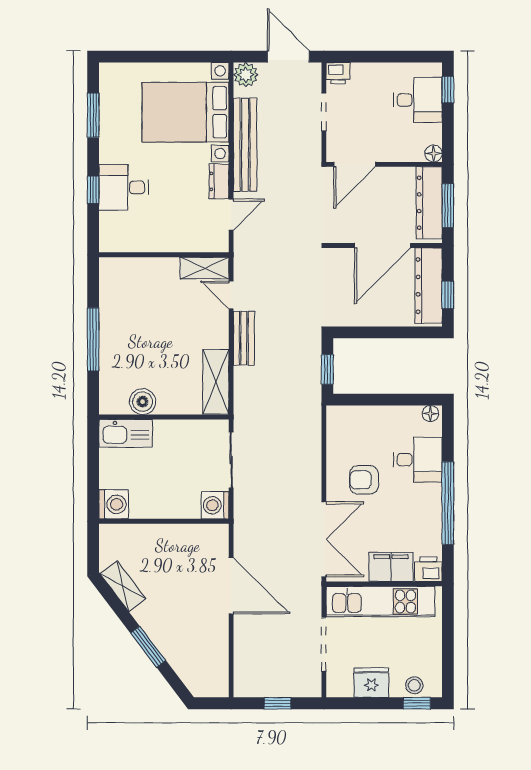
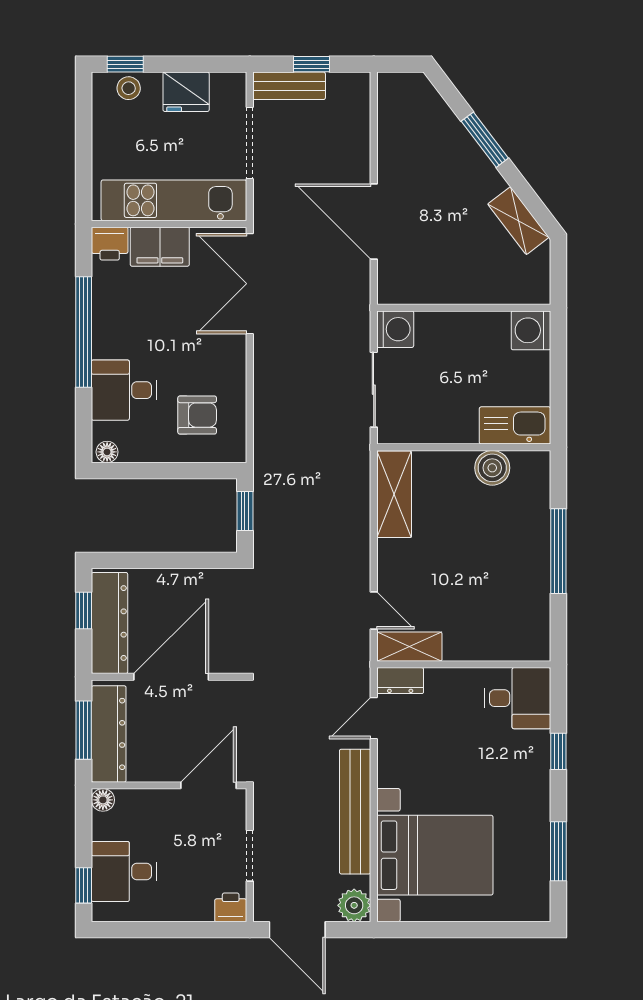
dresser: (219, 181) -> (400, 681), moved, turned 90
desk: (124, 187) -> (517, 698), moved
bench: (244, 338) -> (289, 86), moved, turned 90
armchair: (364, 480) -> (197, 415), moved

